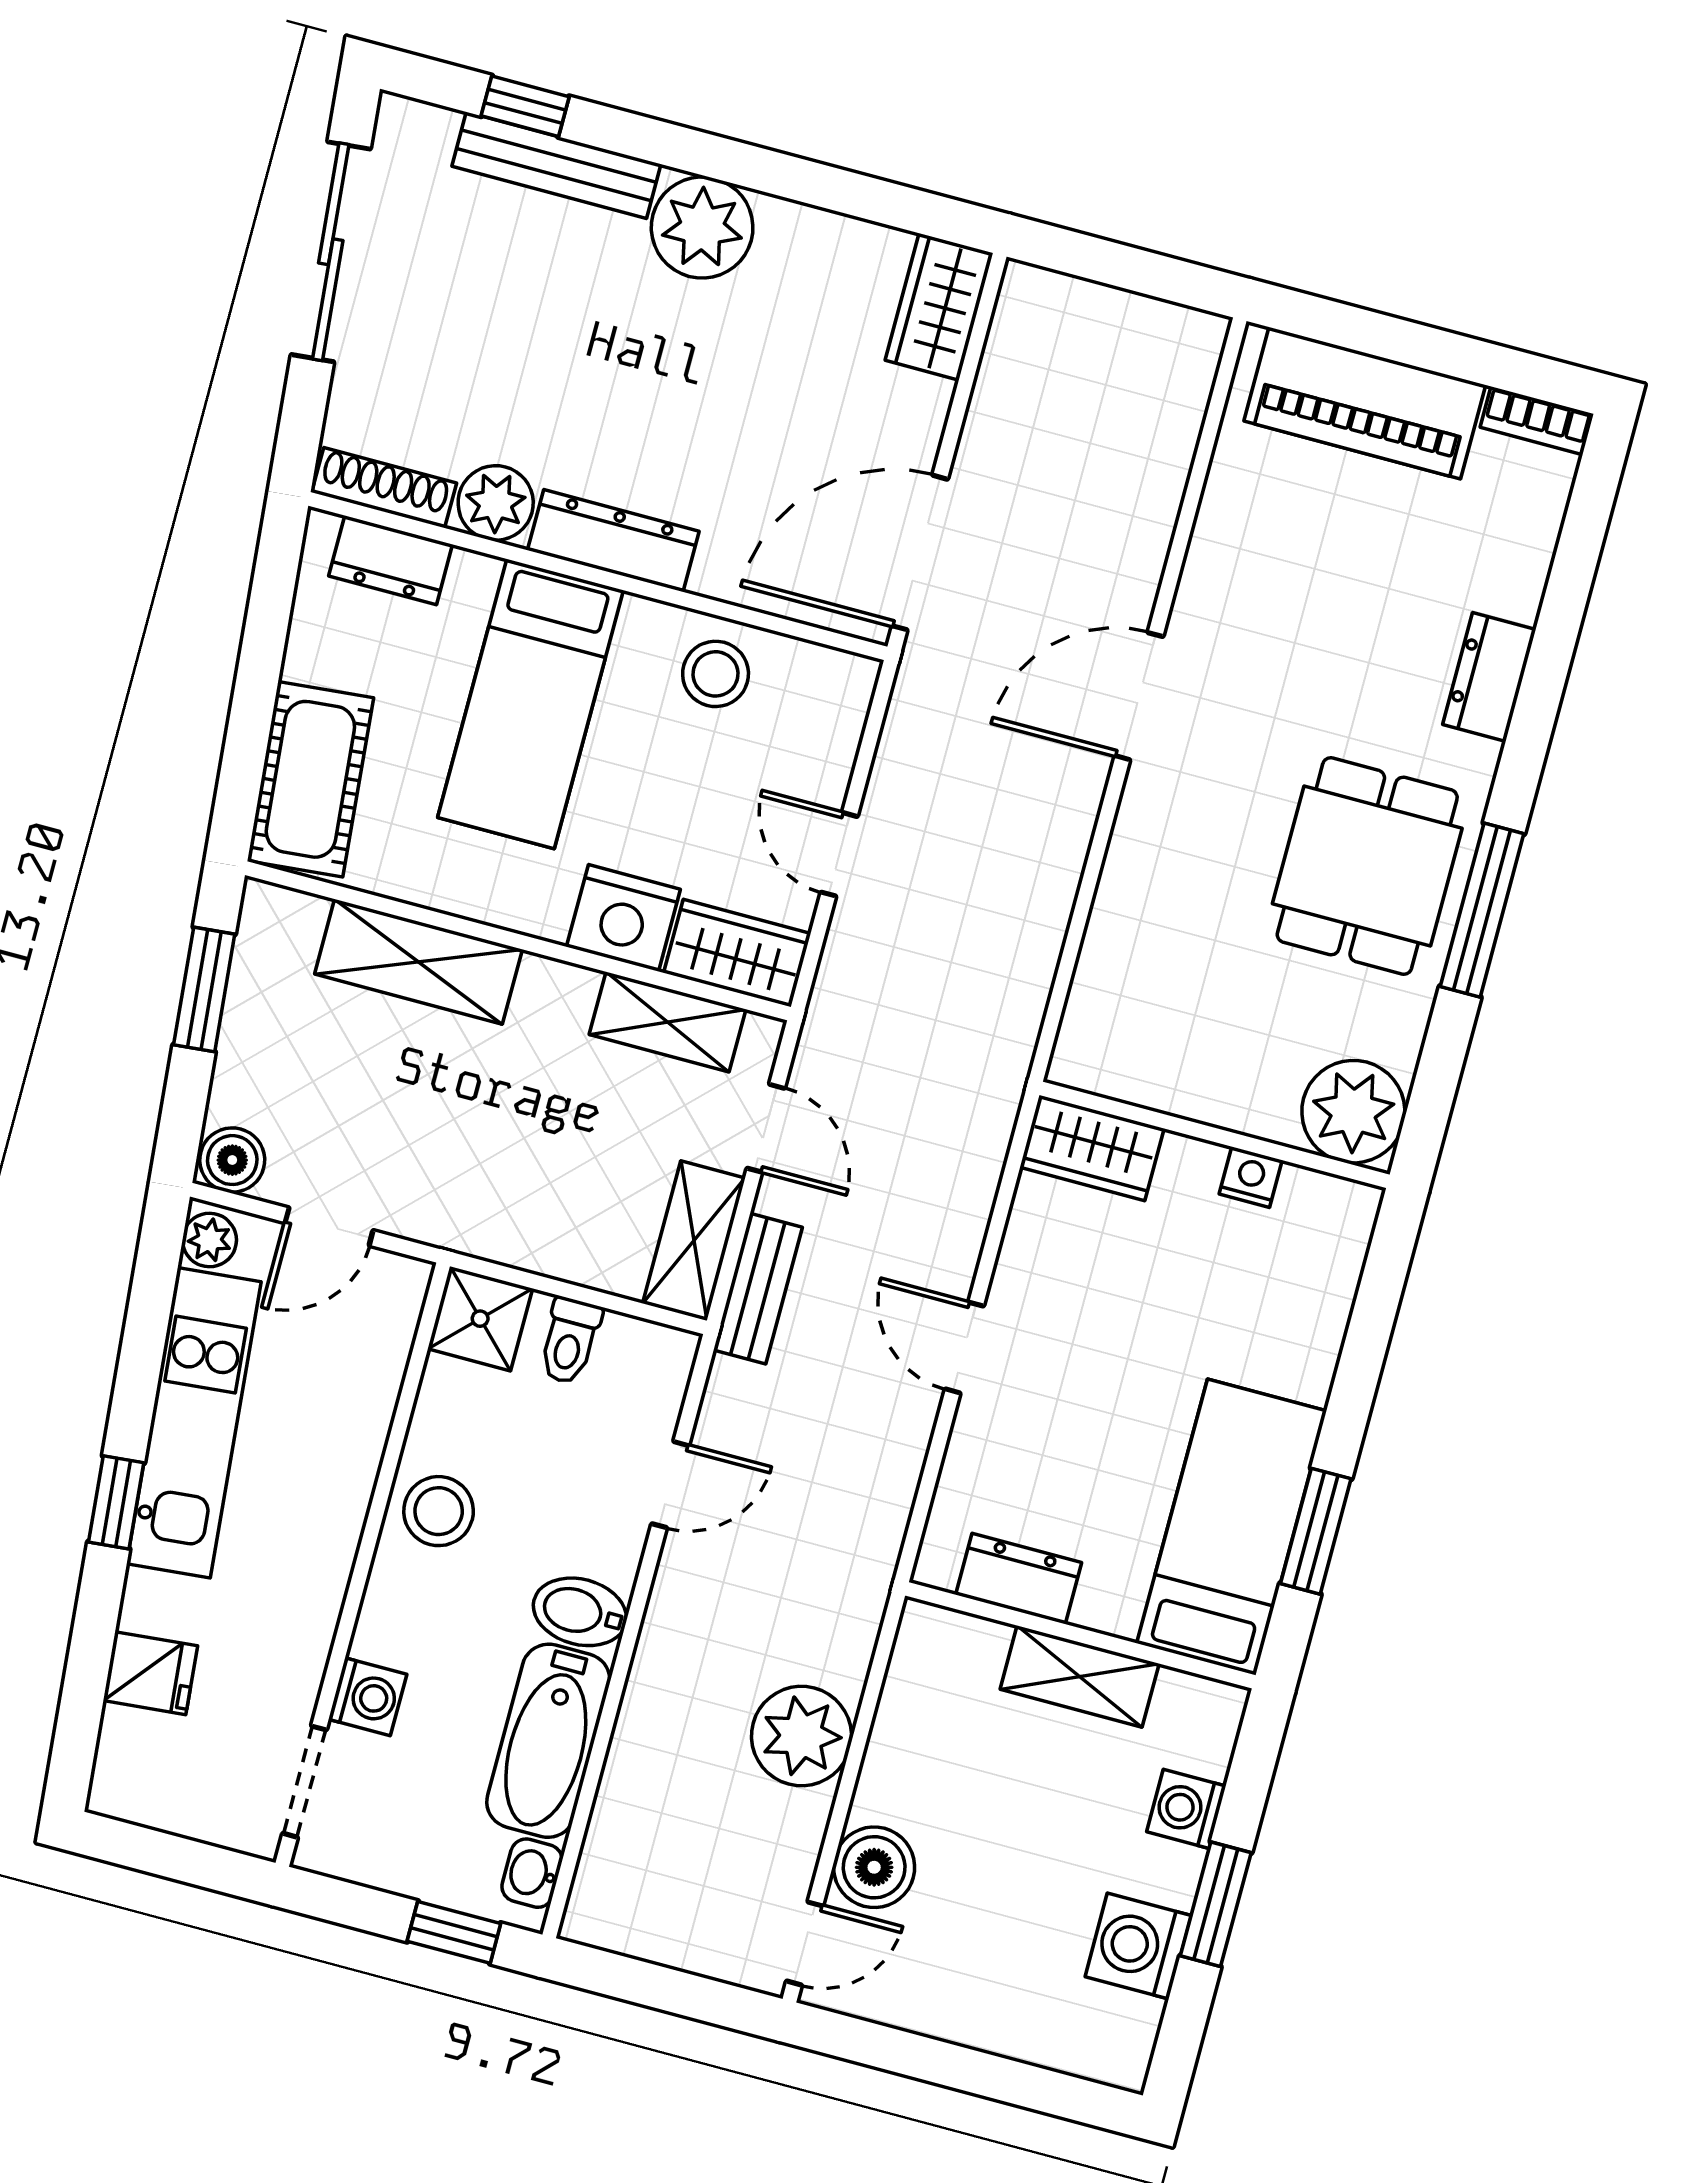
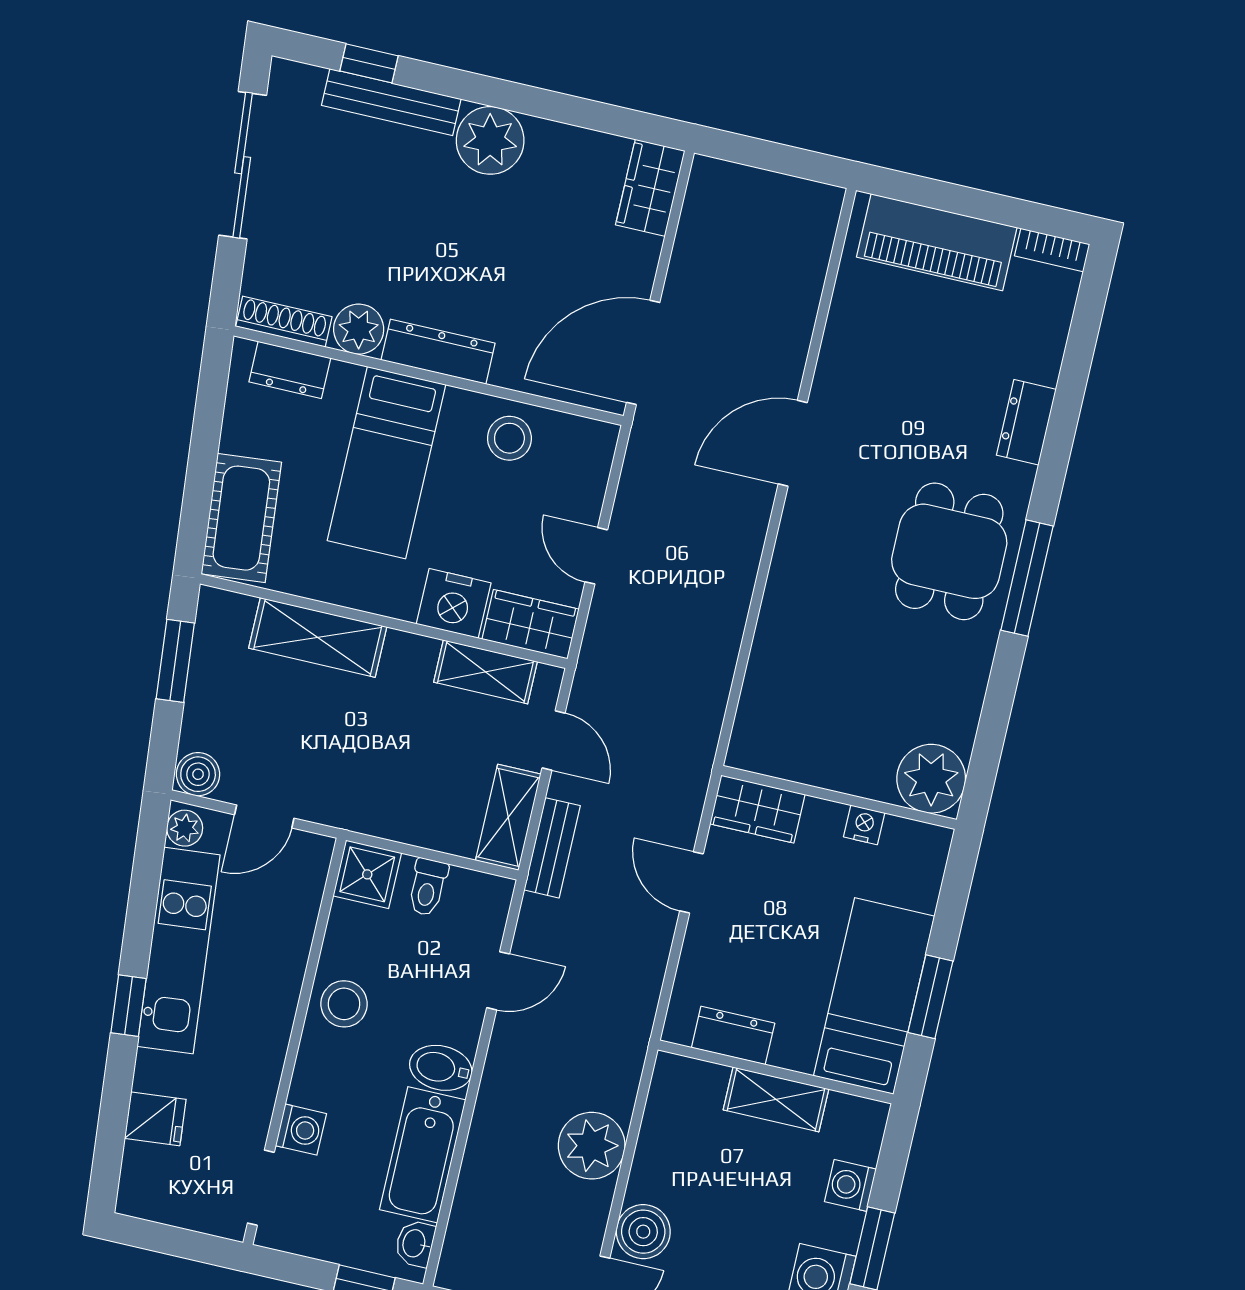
plant: (1353, 1112) -> (931, 779), moved
wall: (1214, 1135) -> (839, 797), moved
wardrobe: (1092, 1148) -> (757, 809), moved
nightstand: (1251, 1177) -> (864, 825), moved

